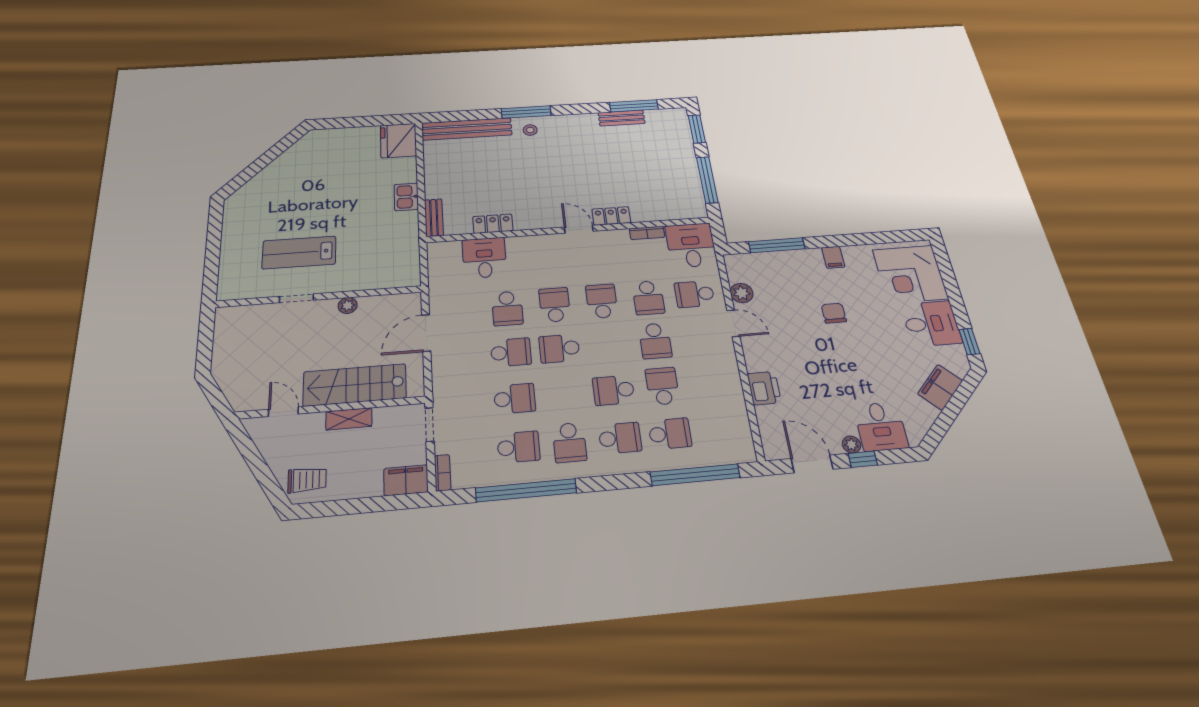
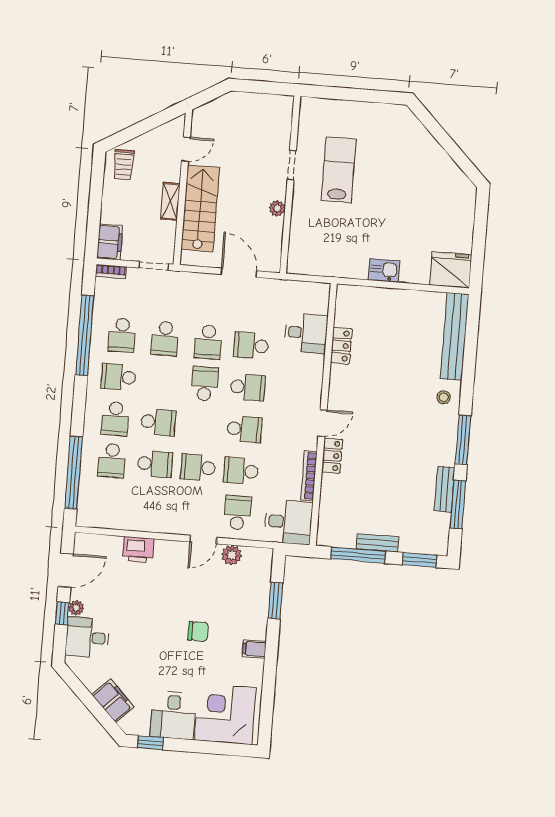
window: (526, 112) -> (463, 440), moved
bench: (434, 218) -> (378, 543), moved
bookcase: (647, 233) -> (309, 476), width x1.56
window: (777, 245) -> (275, 601), width x0.69
school desk: (614, 390) -> (158, 422), turned 90

